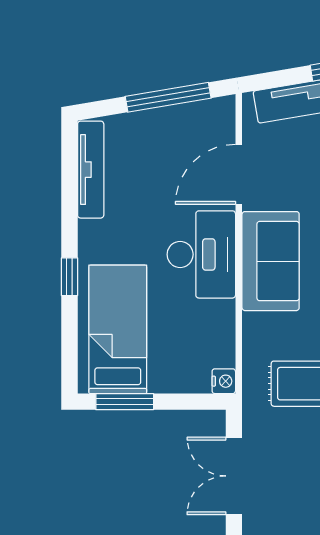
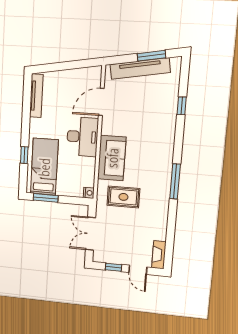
window: (168, 97) -> (72, 65), removed
sofa: (271, 261) -> (112, 158), moved
window: (69, 277) -> (24, 155), moved

